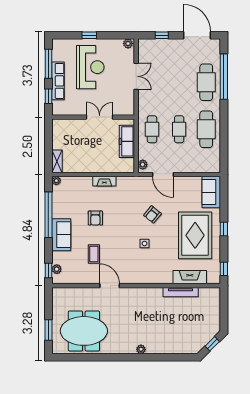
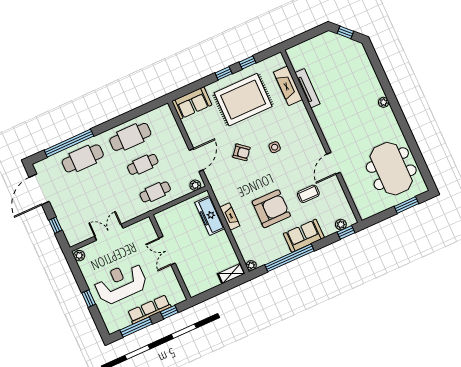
freezer: (127, 141) -> (210, 216), moved, turned 90
armchair: (95, 218) -> (271, 209), width x1.88, depth x1.88
window: (224, 269) -> (248, 62), moved

